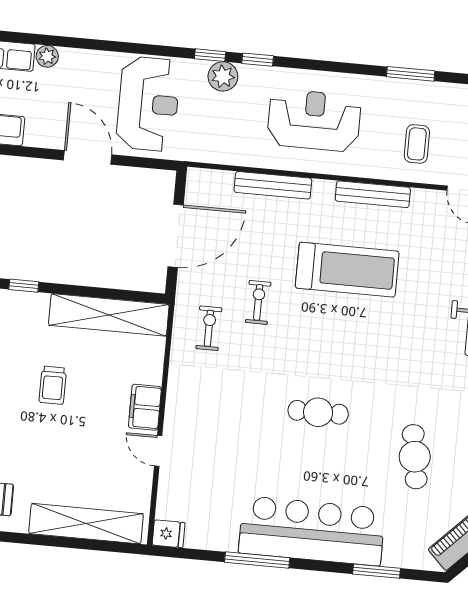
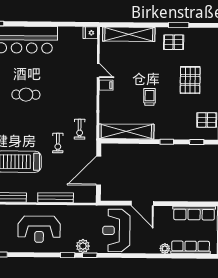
filing cabinet: (145, 407) -> (106, 85), width x0.50
window: (257, 560) -> (48, 24), removed

